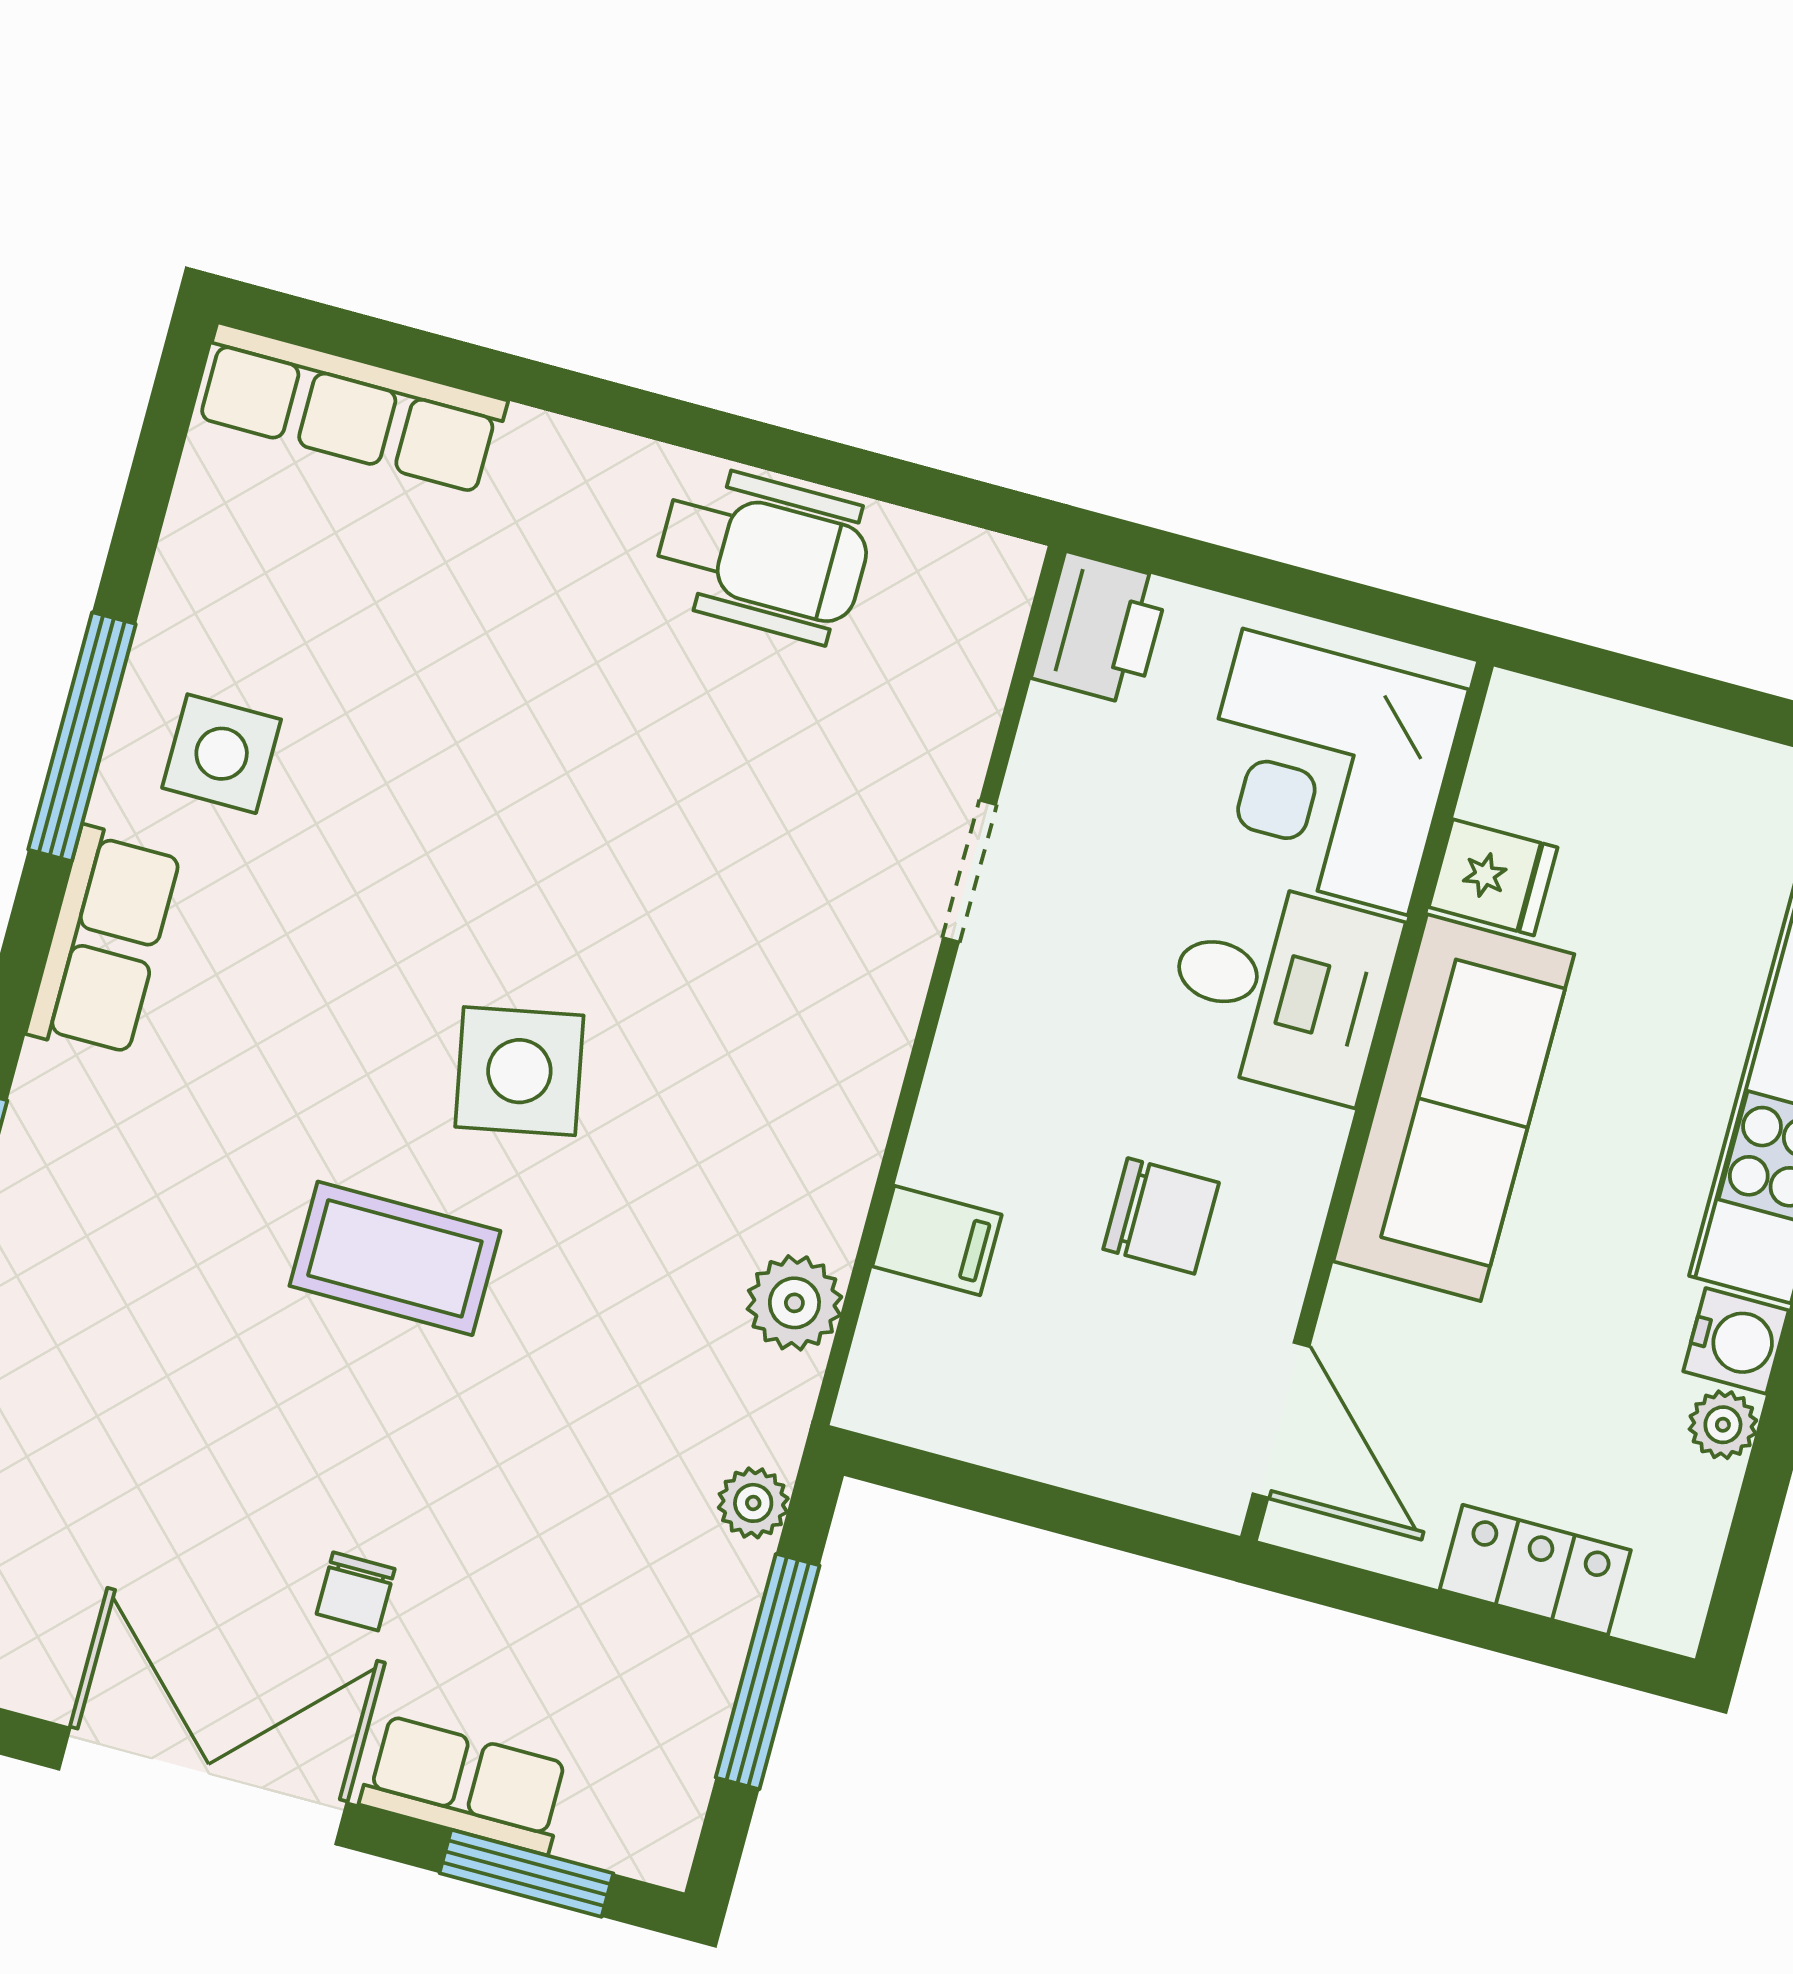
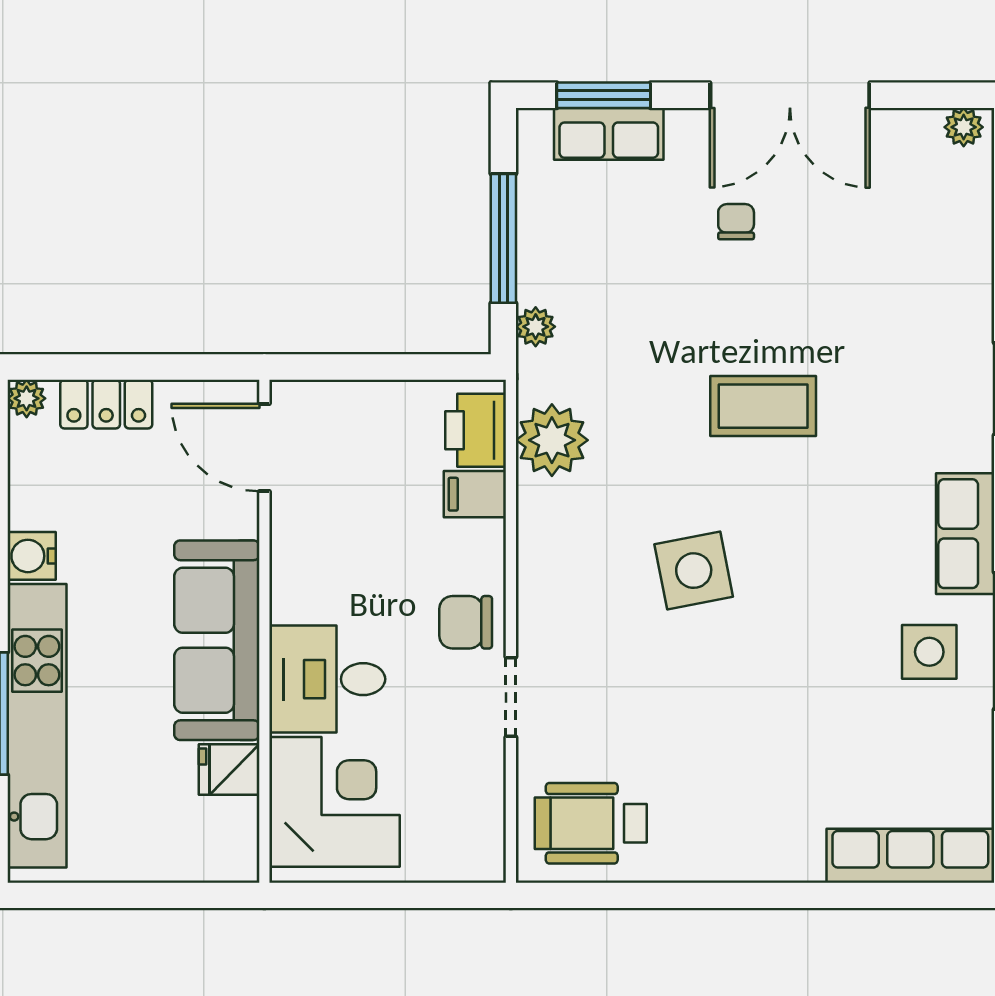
wheelchair: (763, 554) -> (591, 823), moved
printer: (1101, 629) -> (476, 430), moved
side table: (519, 1071) -> (694, 571), moved
chair: (1161, 1216) -> (466, 622), moved
plant: (794, 1303) -> (552, 440), width x1.36, depth x1.36
plant: (1723, 1425) -> (27, 398), moved
row of seats: (465, 1785) -> (609, 134), moved

